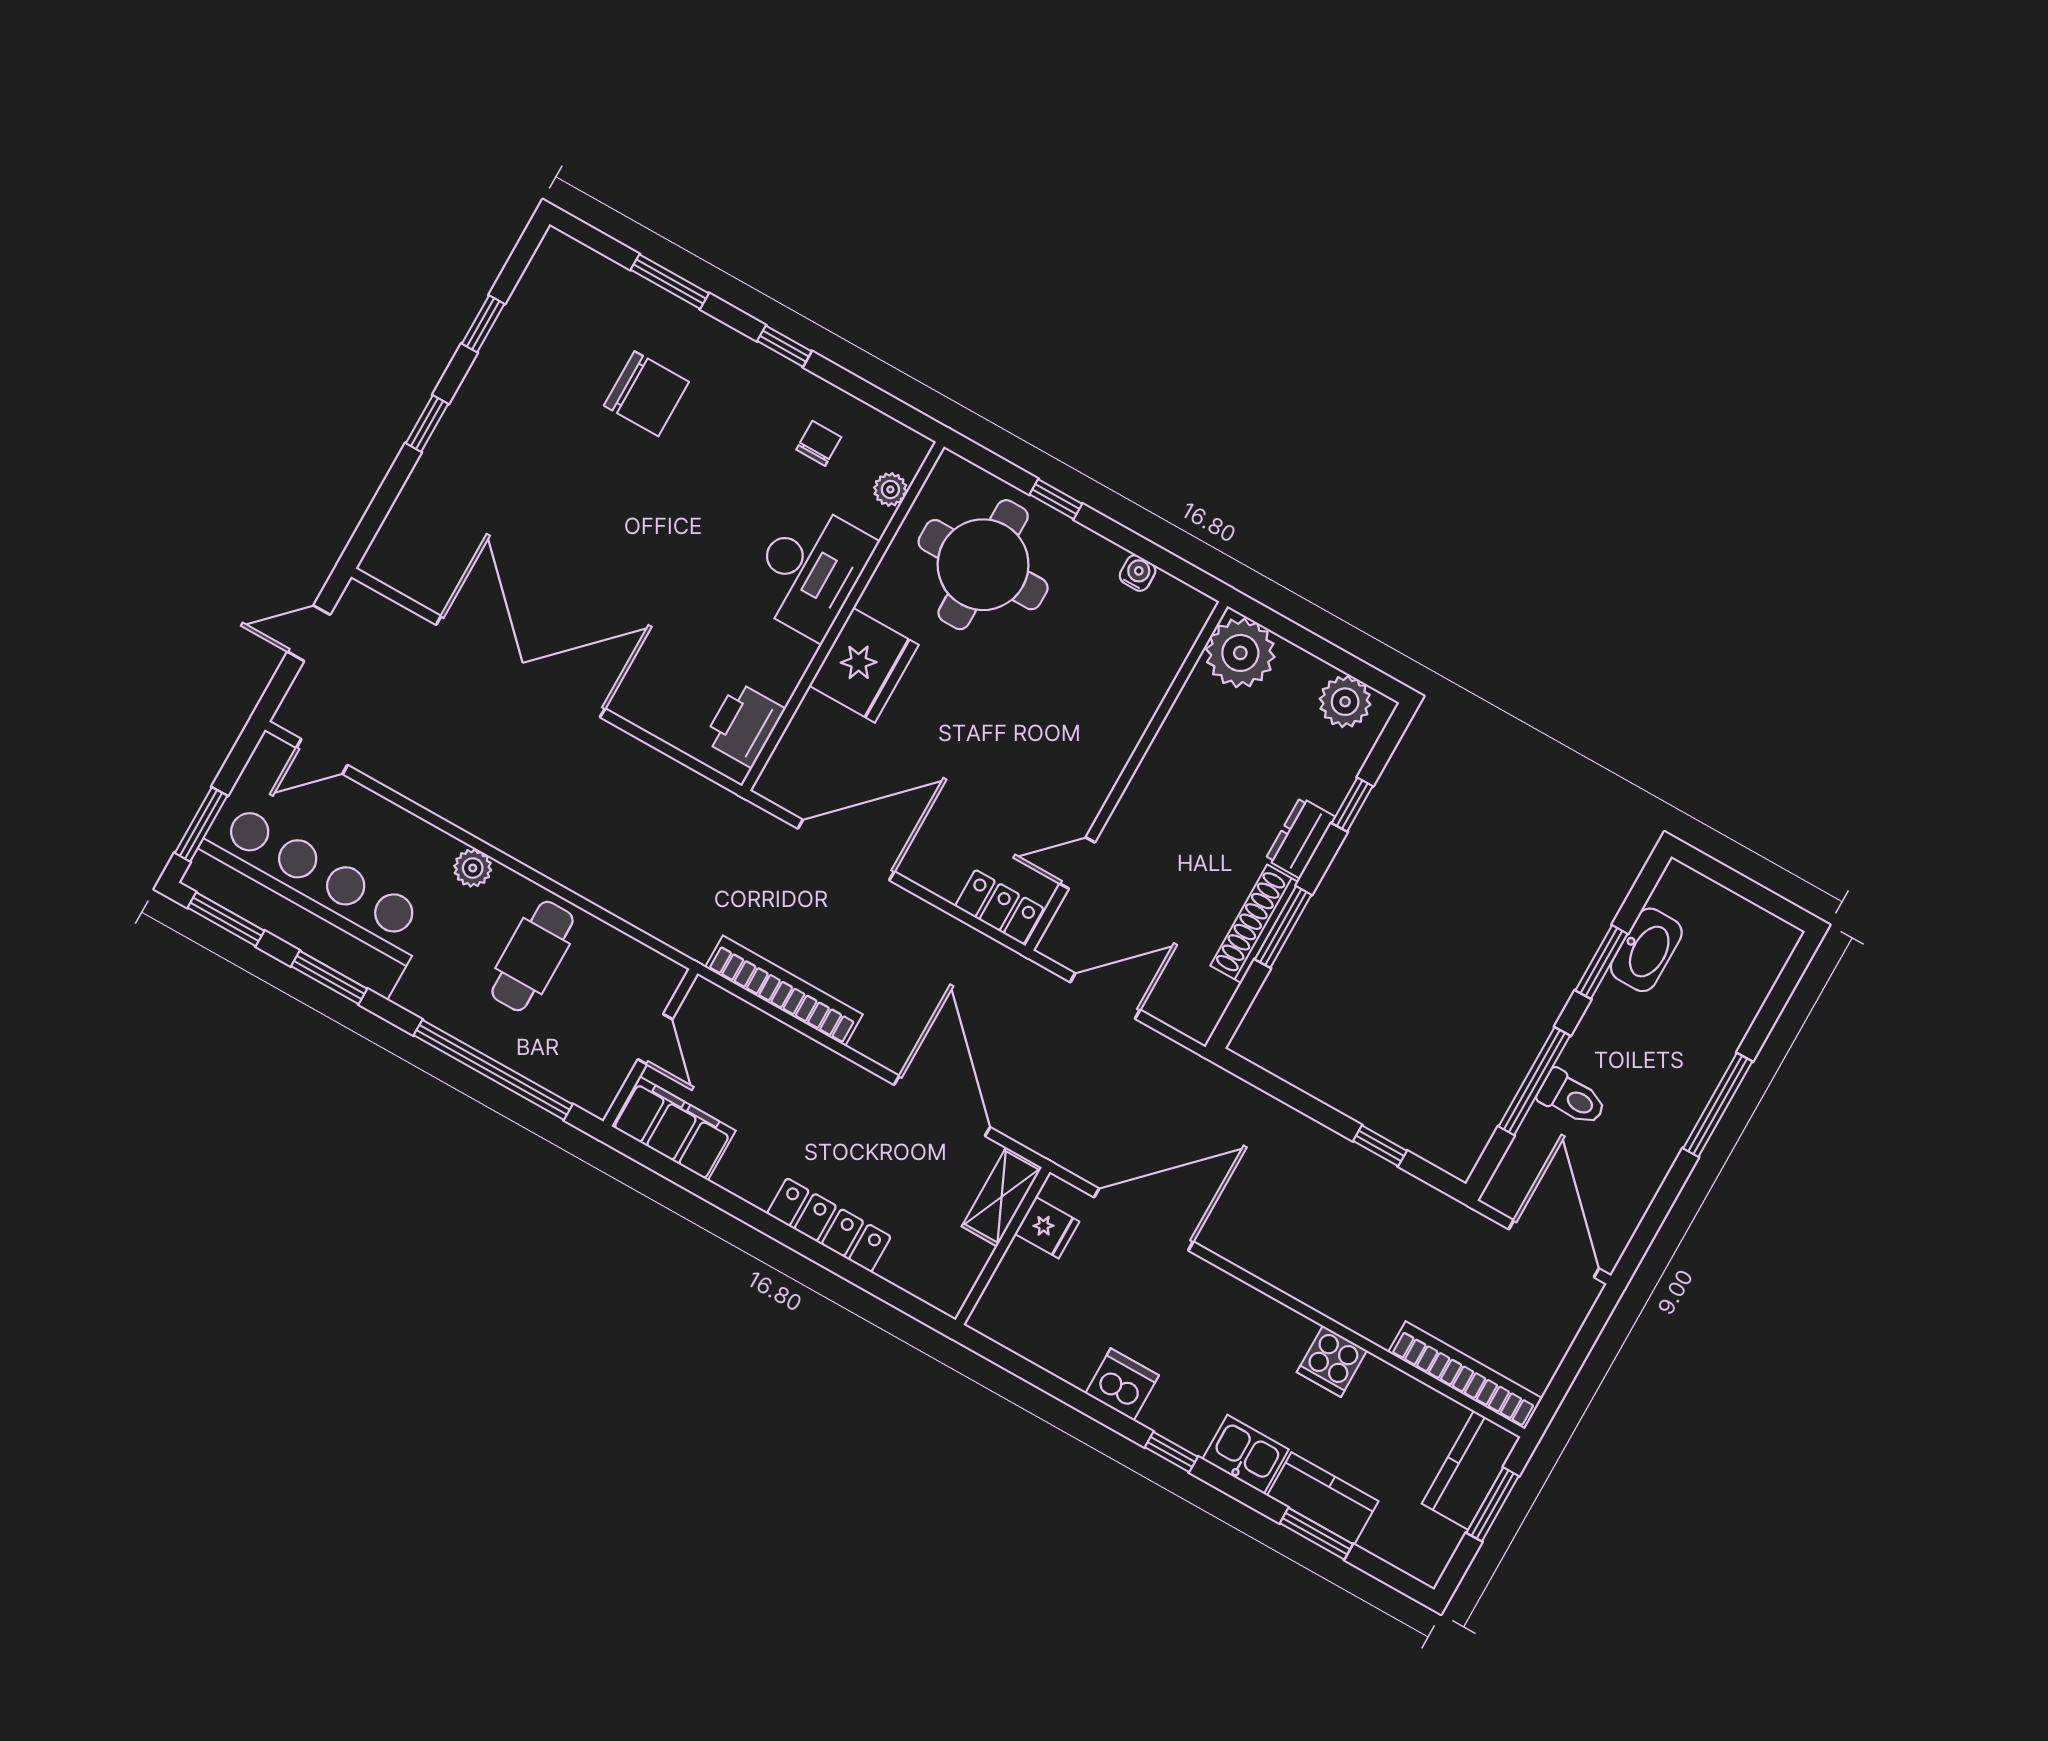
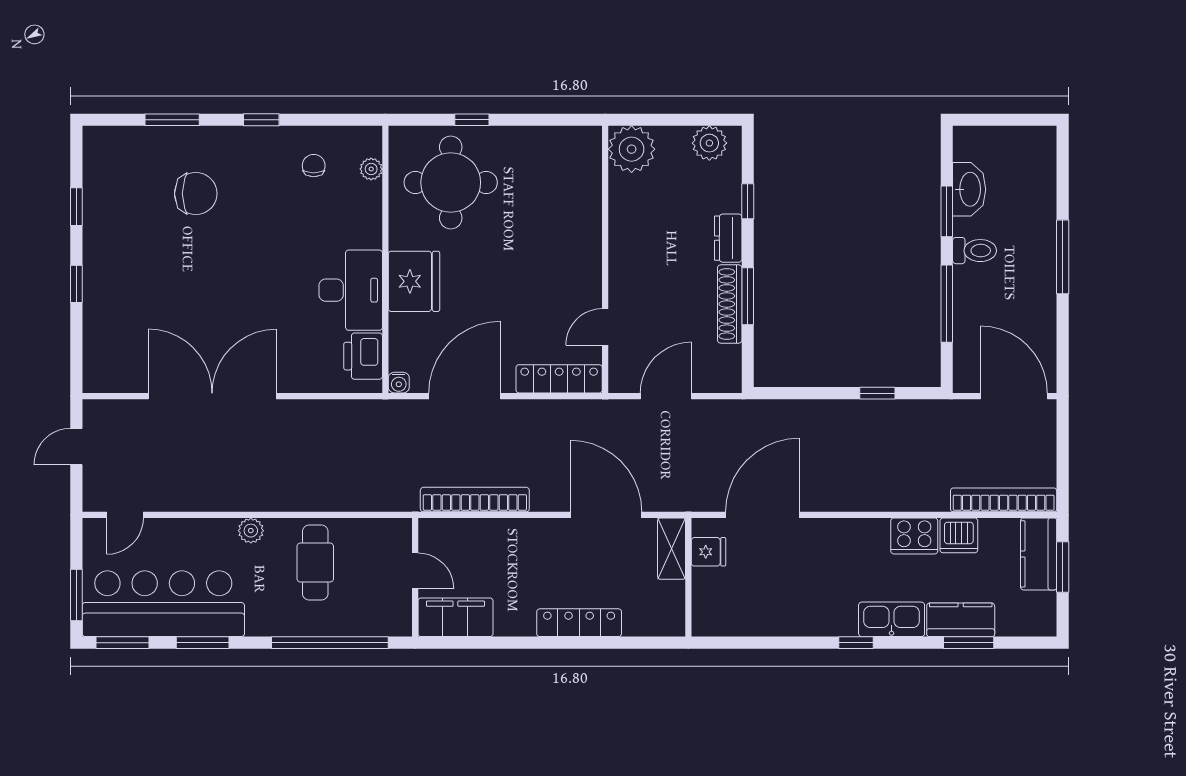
desk: (810, 570) -> (351, 290), moved
water cooler: (1138, 573) -> (399, 383), moved, turned 180
locker: (999, 907) -> (559, 379), width x1.53
toilet: (1572, 1098) -> (975, 251), moved
cooker: (1332, 1361) -> (914, 536), width x1.36
dishwasher: (1122, 1384) -> (959, 535), moved, turned 180
kitchen sink: (1246, 1454) -> (892, 619), width x1.38

